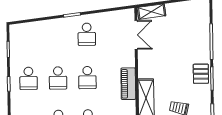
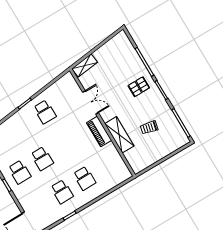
double door: (136, 35) -> (90, 102), moved
pallet: (201, 74) -> (139, 87), moved, turned 90
school desk: (87, 78) -> (65, 145), removed

